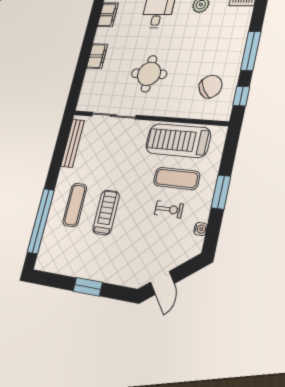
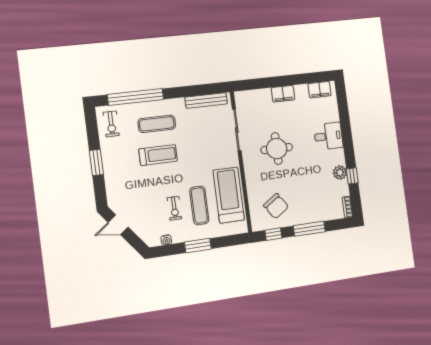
exercise bike: (56, 257) -> (111, 124), added

